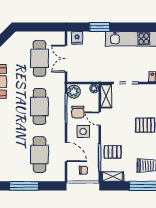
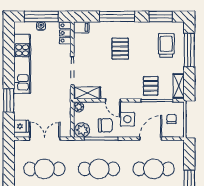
double door: (66, 59) -> (45, 139), swing flipped
door: (100, 119) -> (113, 100), hinge flipped

